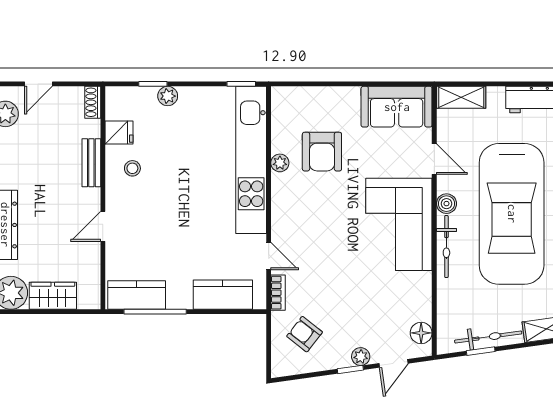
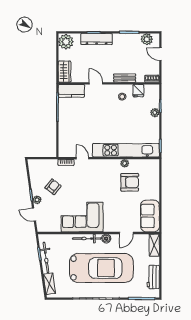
armchair: (322, 152) -> (130, 182), turned 180
car: (512, 214) -> (102, 268), turned 180
corner sofa: (399, 224) -> (82, 217), moved
door: (269, 256) -> (83, 158), swing flipped
kitchen counter: (137, 295) -> (71, 91), moved, turned 90
kitchen counter: (223, 295) -> (65, 138), removed
wardrobe: (53, 296) -> (65, 72), moved
floor lamp: (421, 333) -> (48, 227), removed
armchair: (305, 334) -> (53, 187), moved

